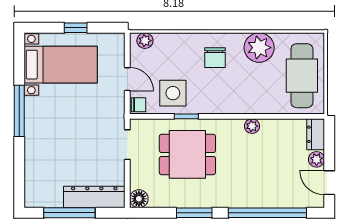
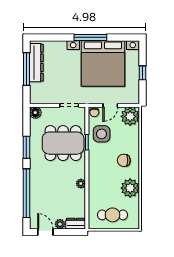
plant: (145, 41) -> (130, 116), width x1.88, depth x1.88
bed with nightstands: (61, 65) -> (103, 63), width x1.85
cafe table: (302, 76) -> (113, 215), width x0.73, depth x0.74
dining table: (187, 154) -> (63, 143), width x1.37
door: (329, 183) -> (45, 232), hinge flipped
dresser: (94, 197) -> (36, 63), moved

